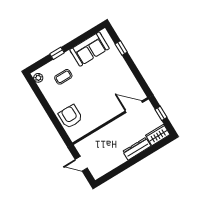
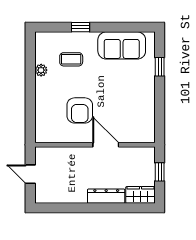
plant: (38, 78) -> (41, 70), moved
door: (134, 107) -> (106, 145), moved
armchair: (70, 116) -> (80, 110), moved, turned 180

